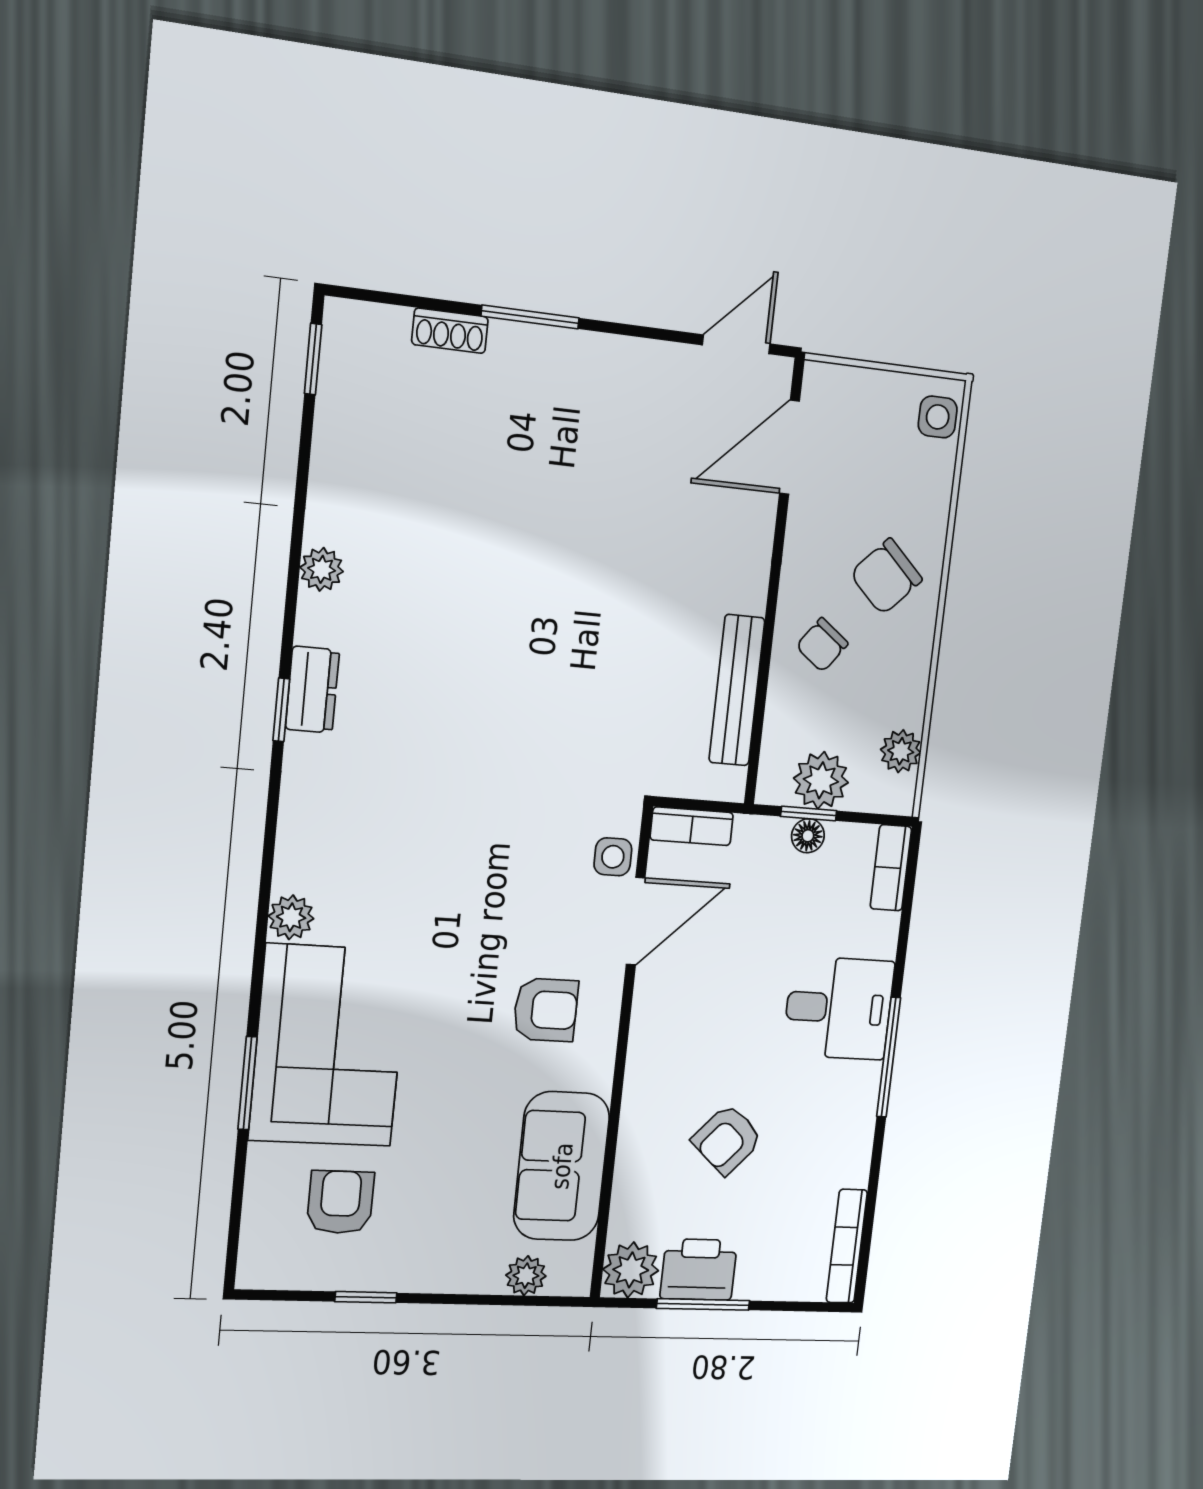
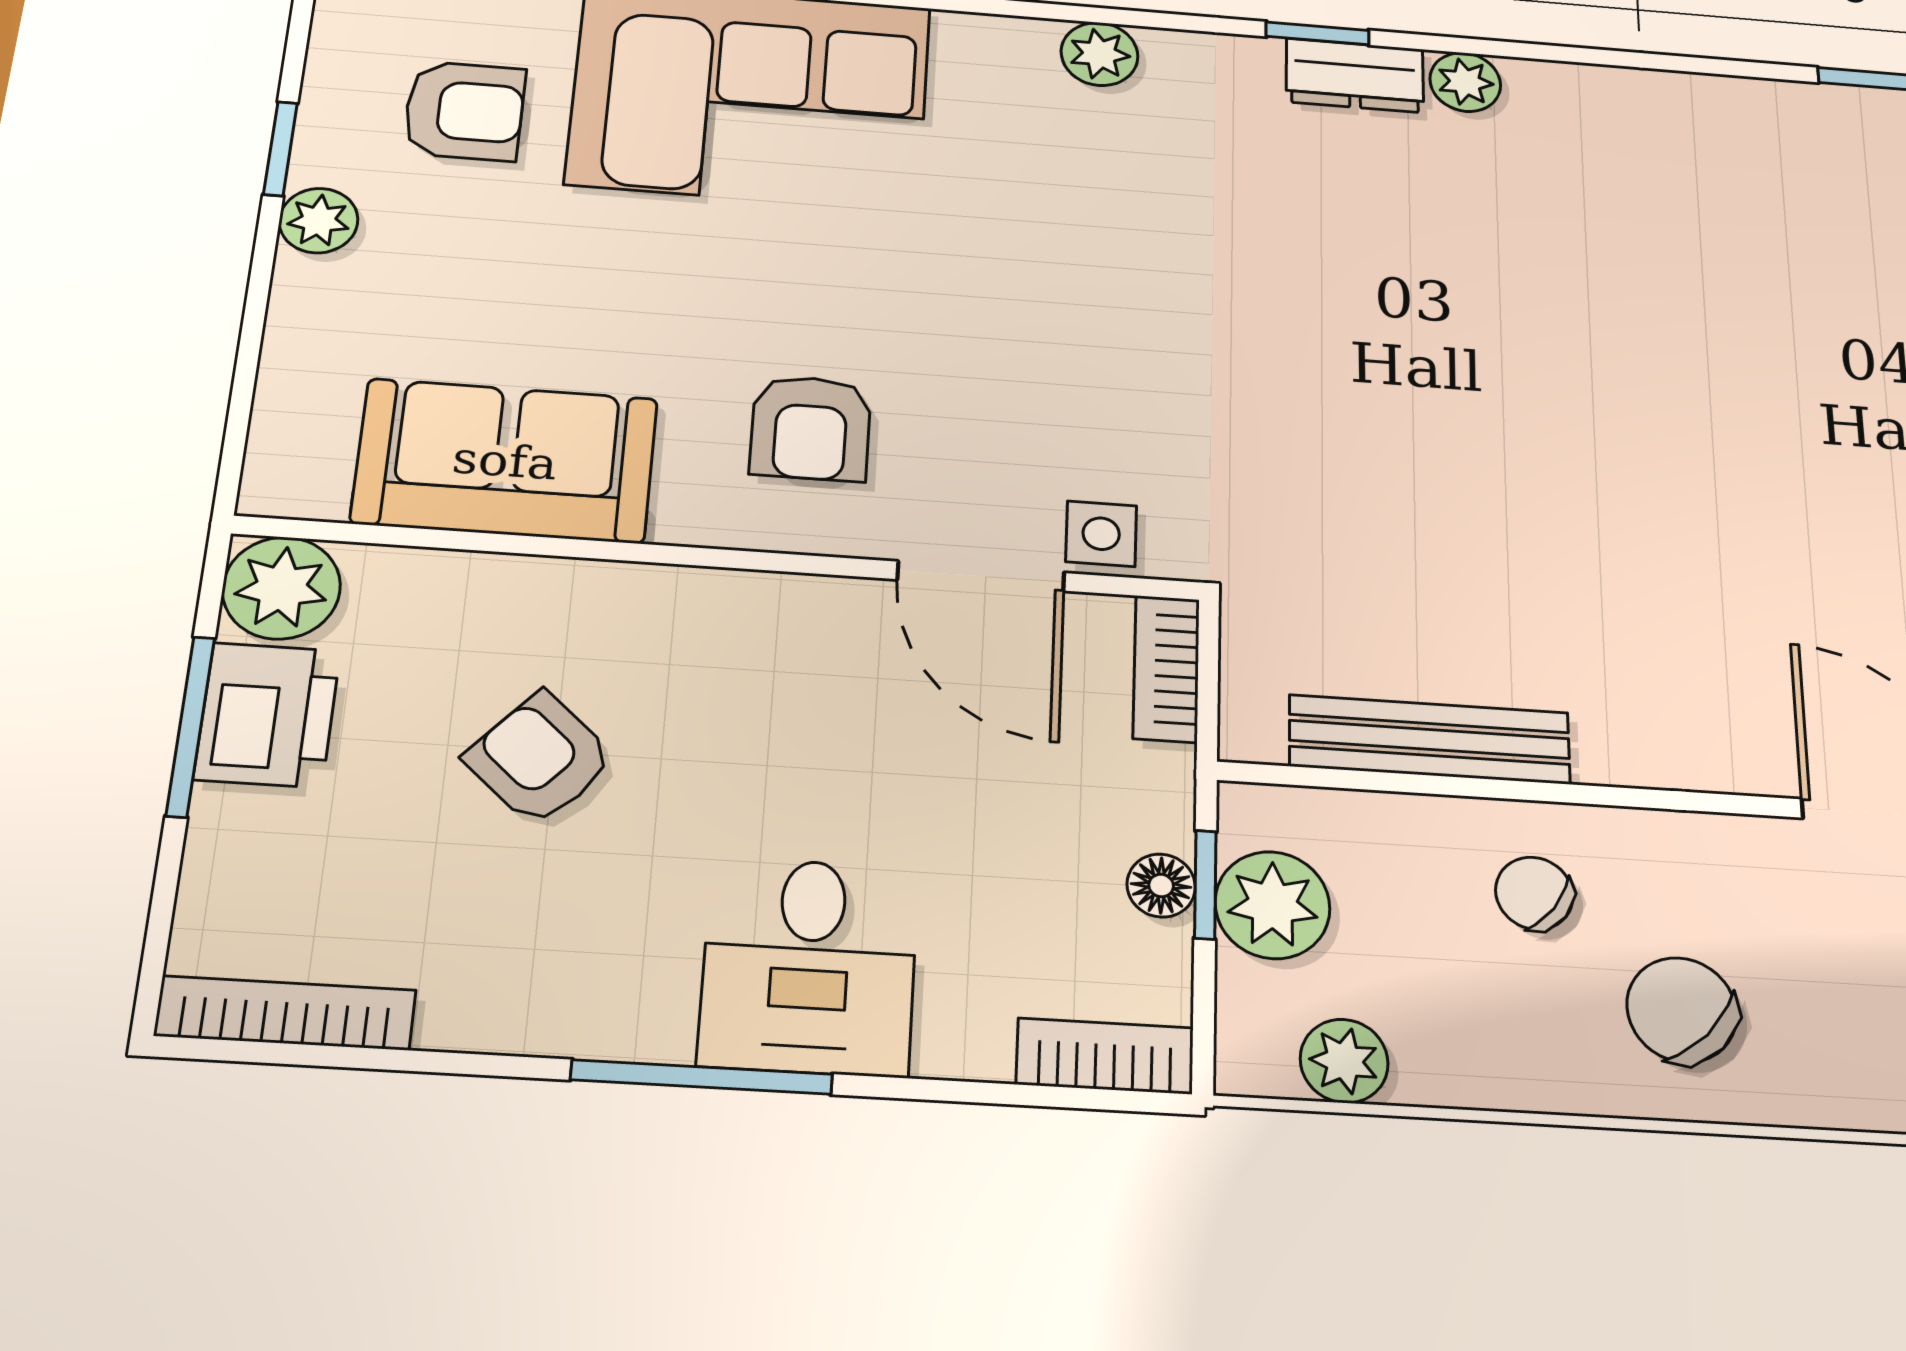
plant: (322, 569) -> (1465, 82), moved
plant: (291, 917) -> (1099, 54), moved
plant: (526, 1276) -> (319, 221), moved

